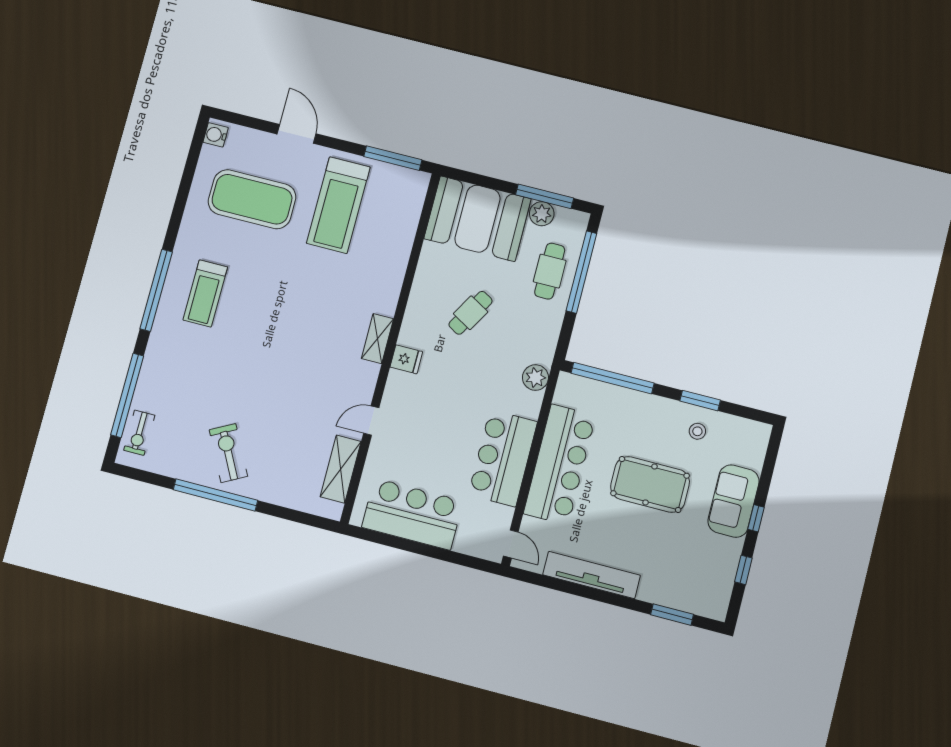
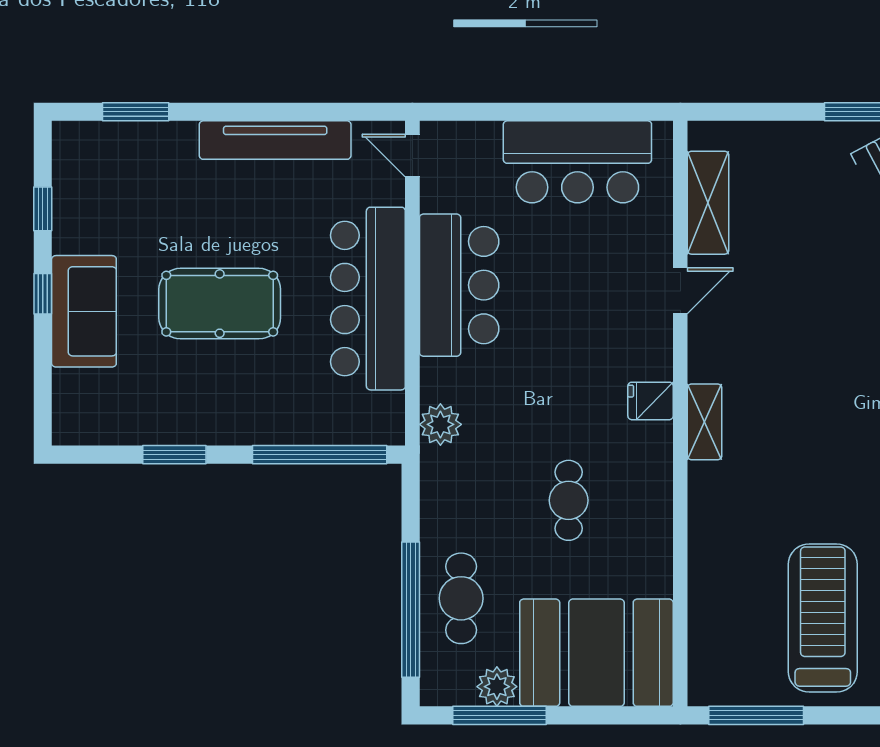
cafe table: (471, 313) -> (569, 500), turned -30
stool: (697, 431) -> (167, 405), removed

